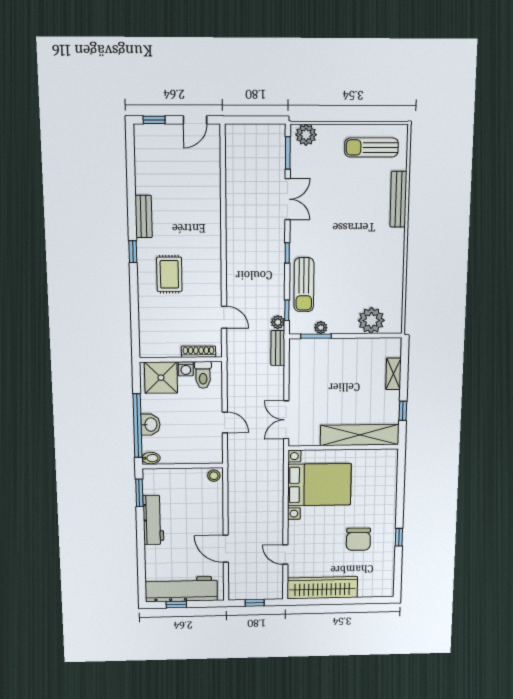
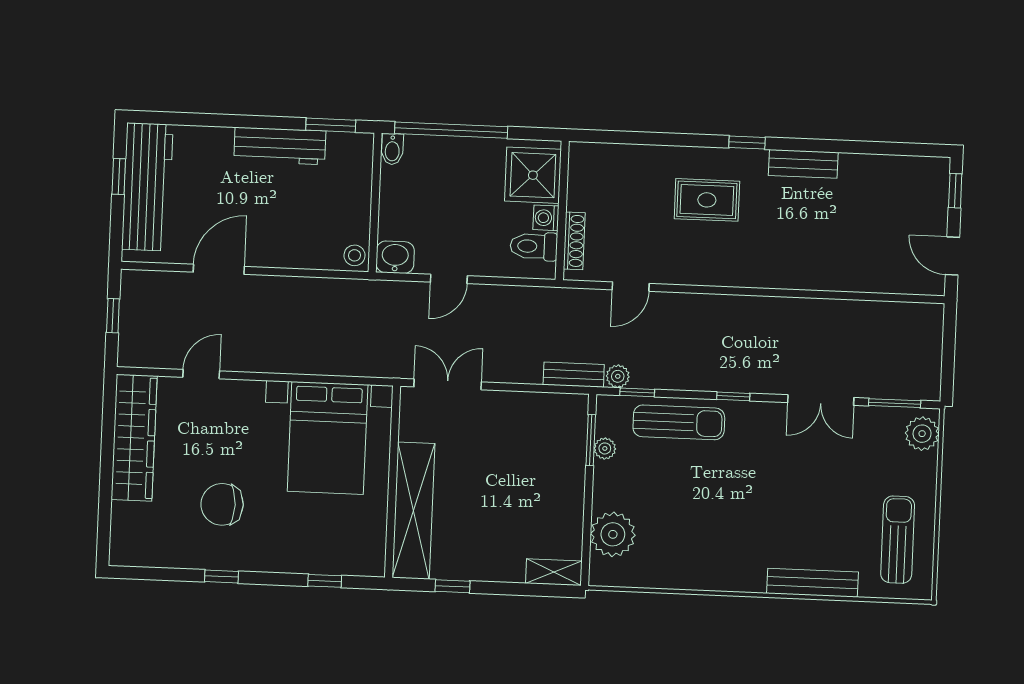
sun lounger: (304, 285) -> (679, 422), turned 180
shelving: (393, 374) -> (554, 572), moved
washbasin: (150, 425) -> (395, 257), moved, turned 180
window: (401, 482) -> (325, 581), added

